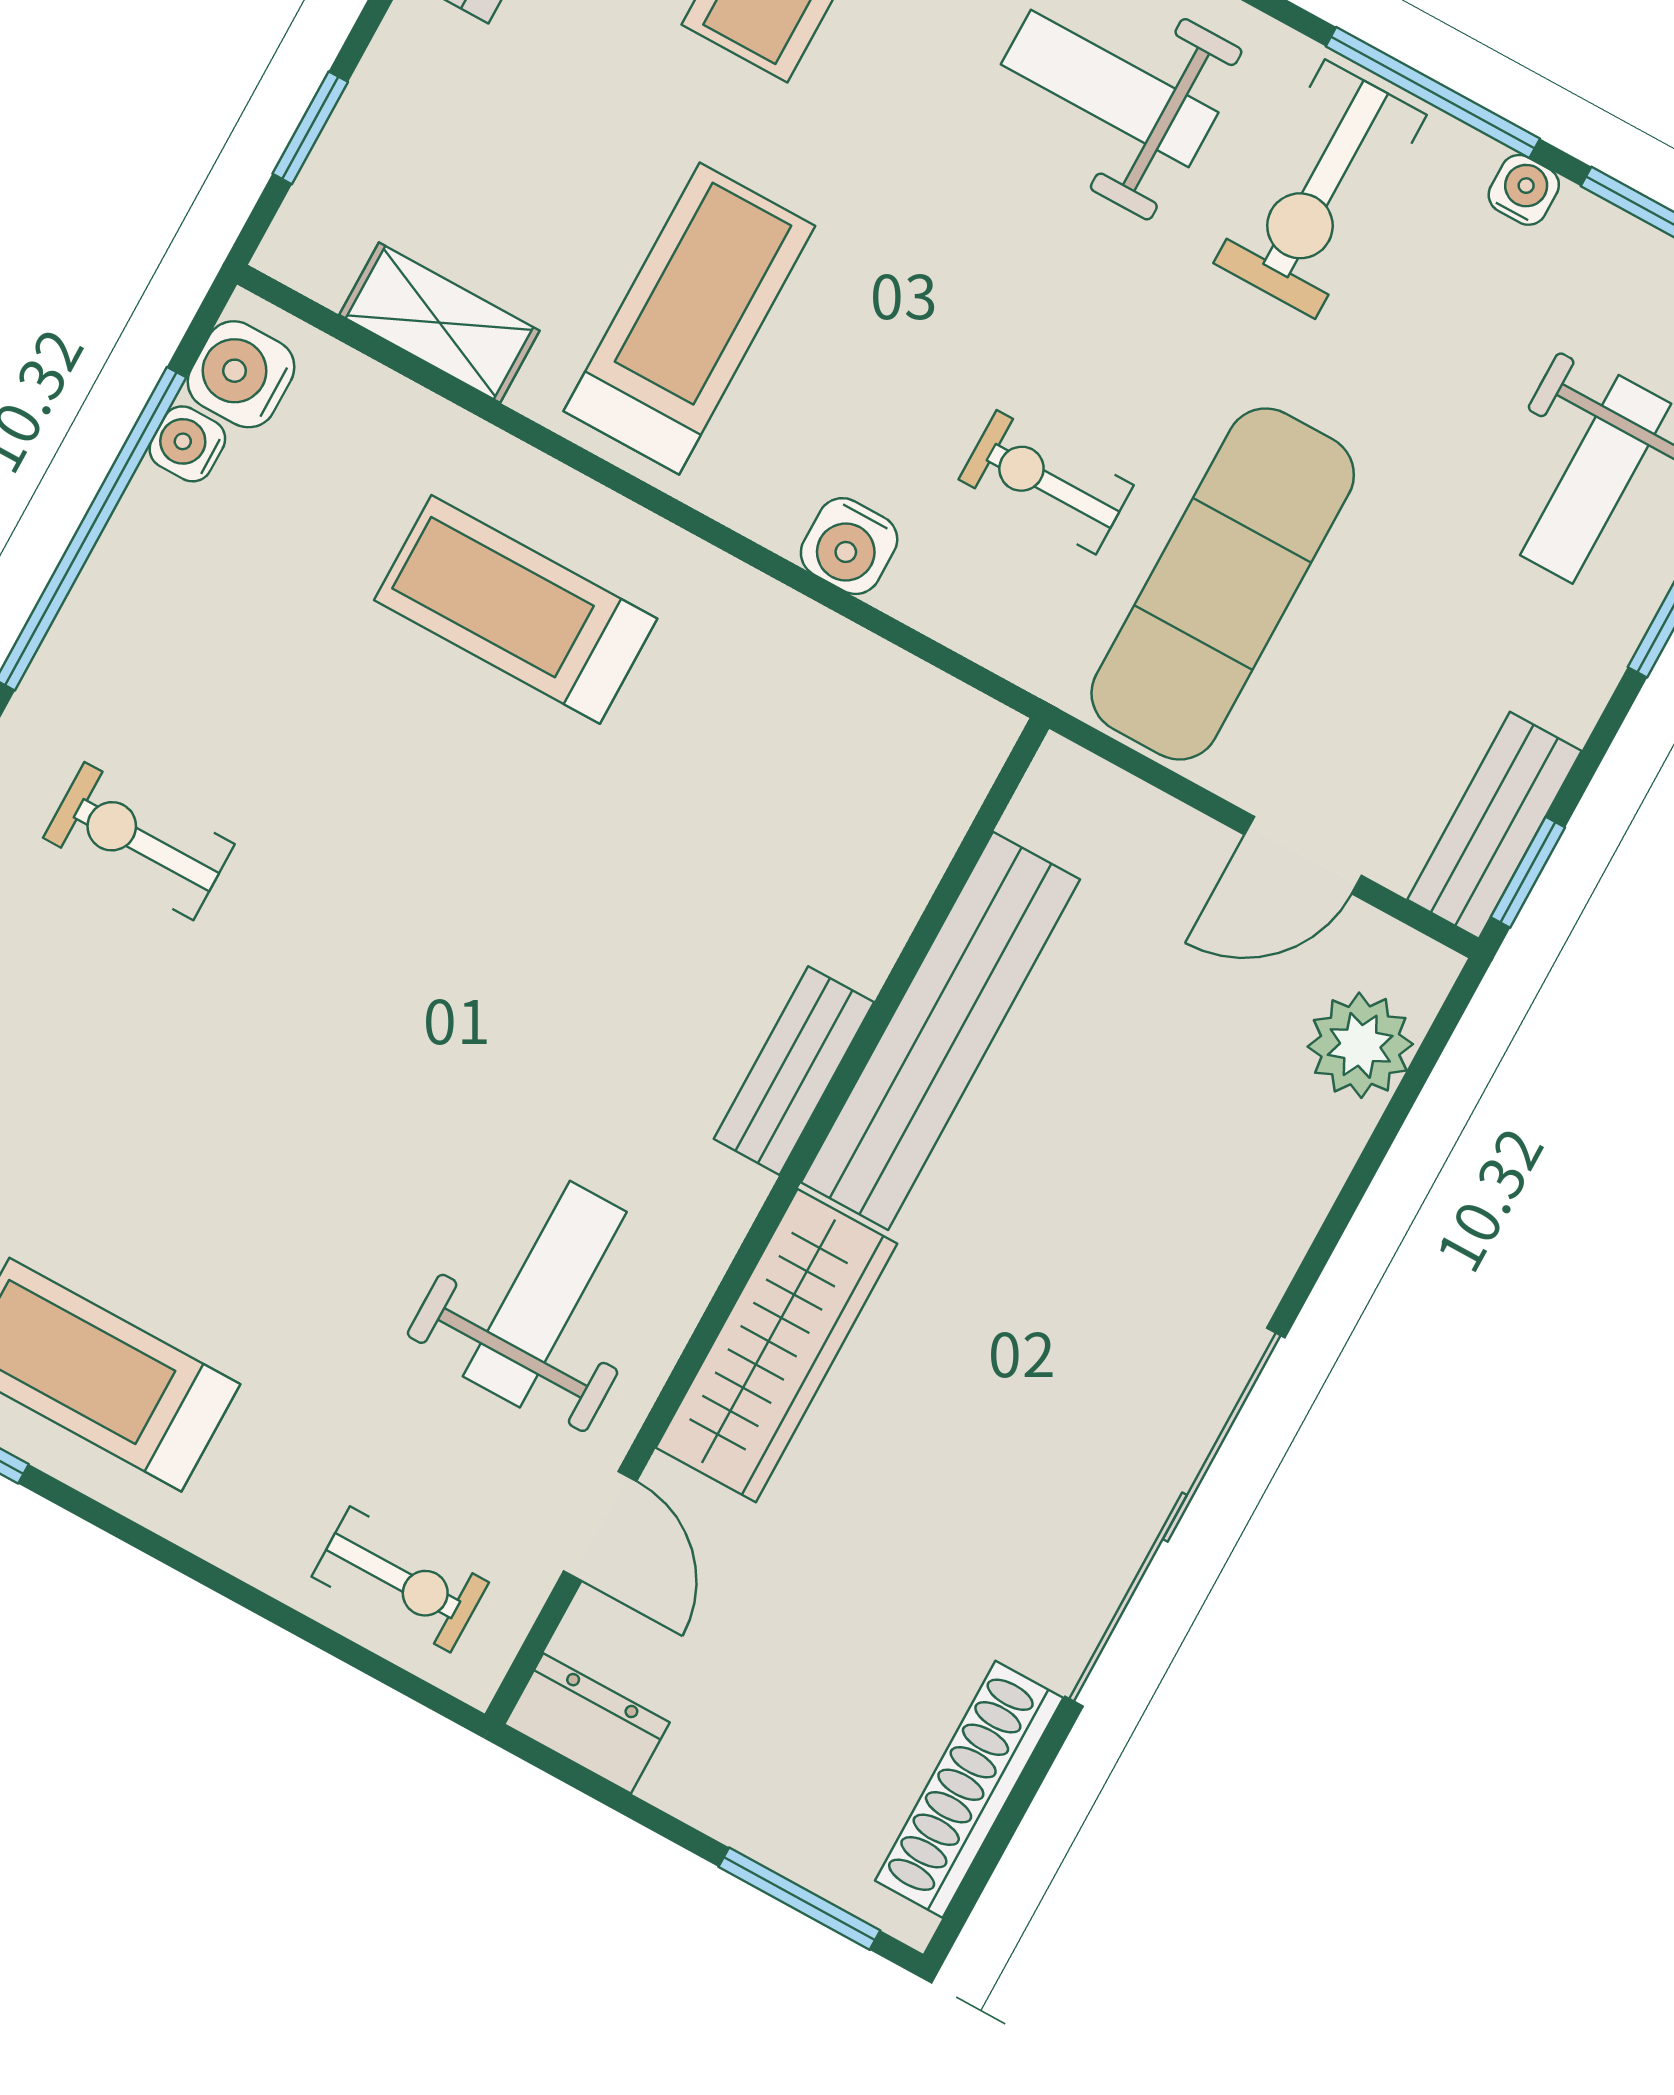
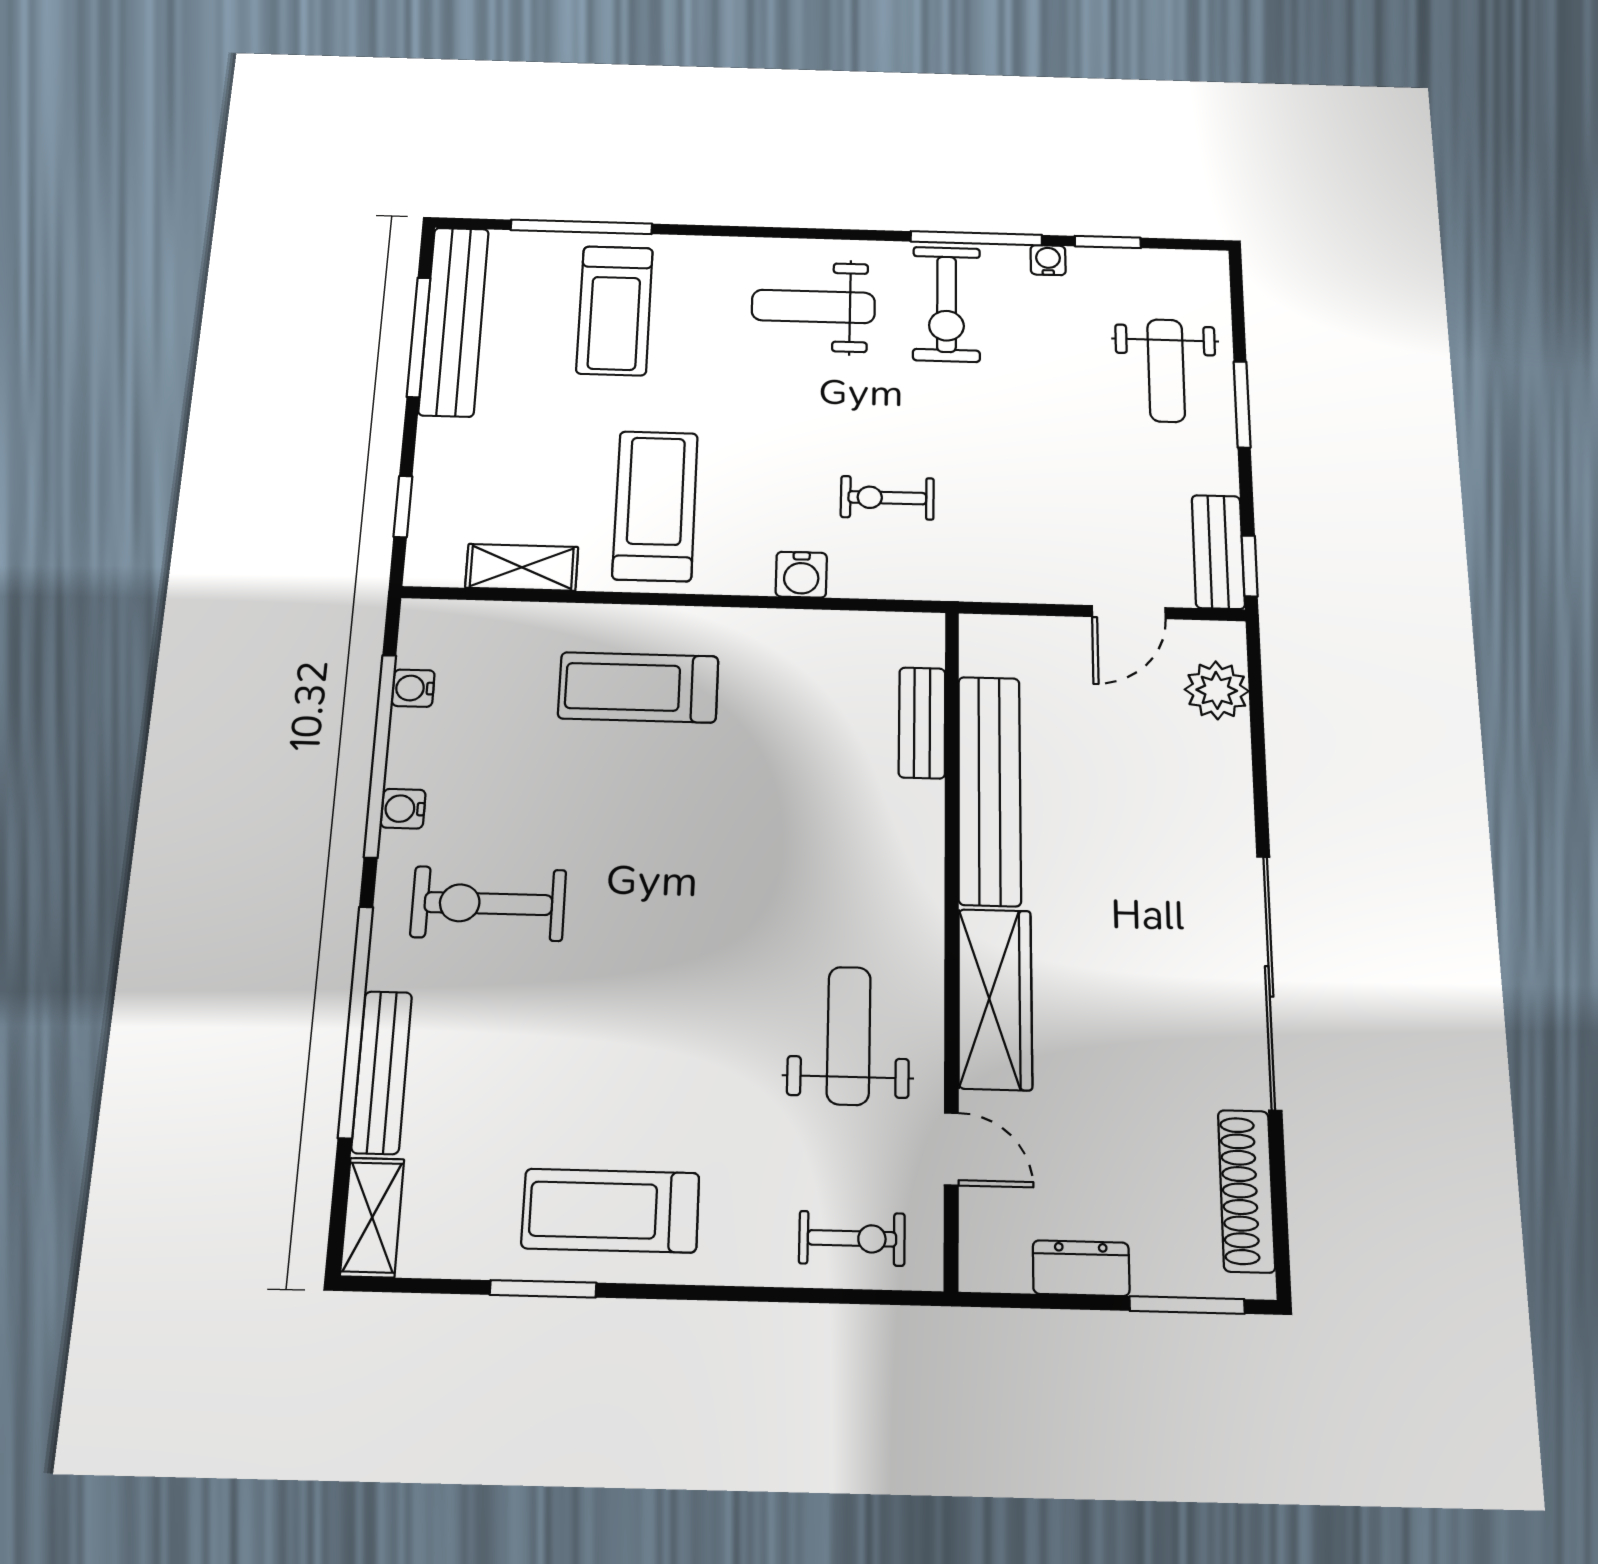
water cooler: (241, 374) -> (403, 809), moved, width x0.72, depth x0.72
exercise mat: (1223, 584) -> (1008, 503), removed
exercise bike: (139, 841) -> (488, 904), width x1.38, depth x1.39
bench: (794, 1071) -> (922, 723), moved
dresser: (587, 1723) -> (1081, 1268), moved

